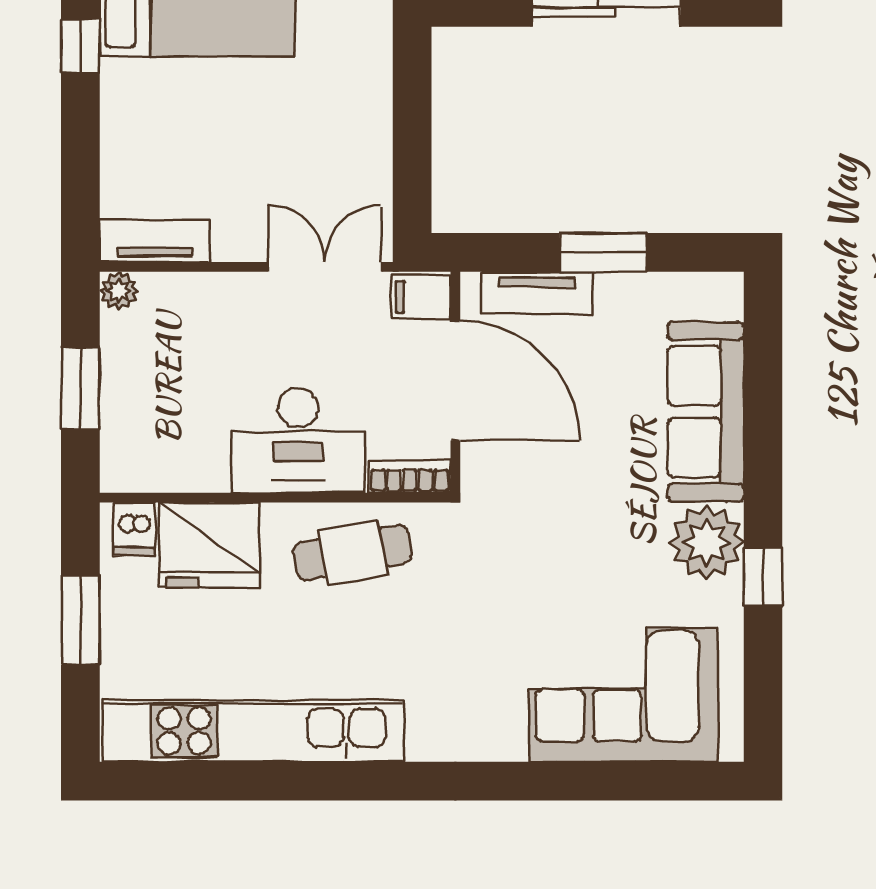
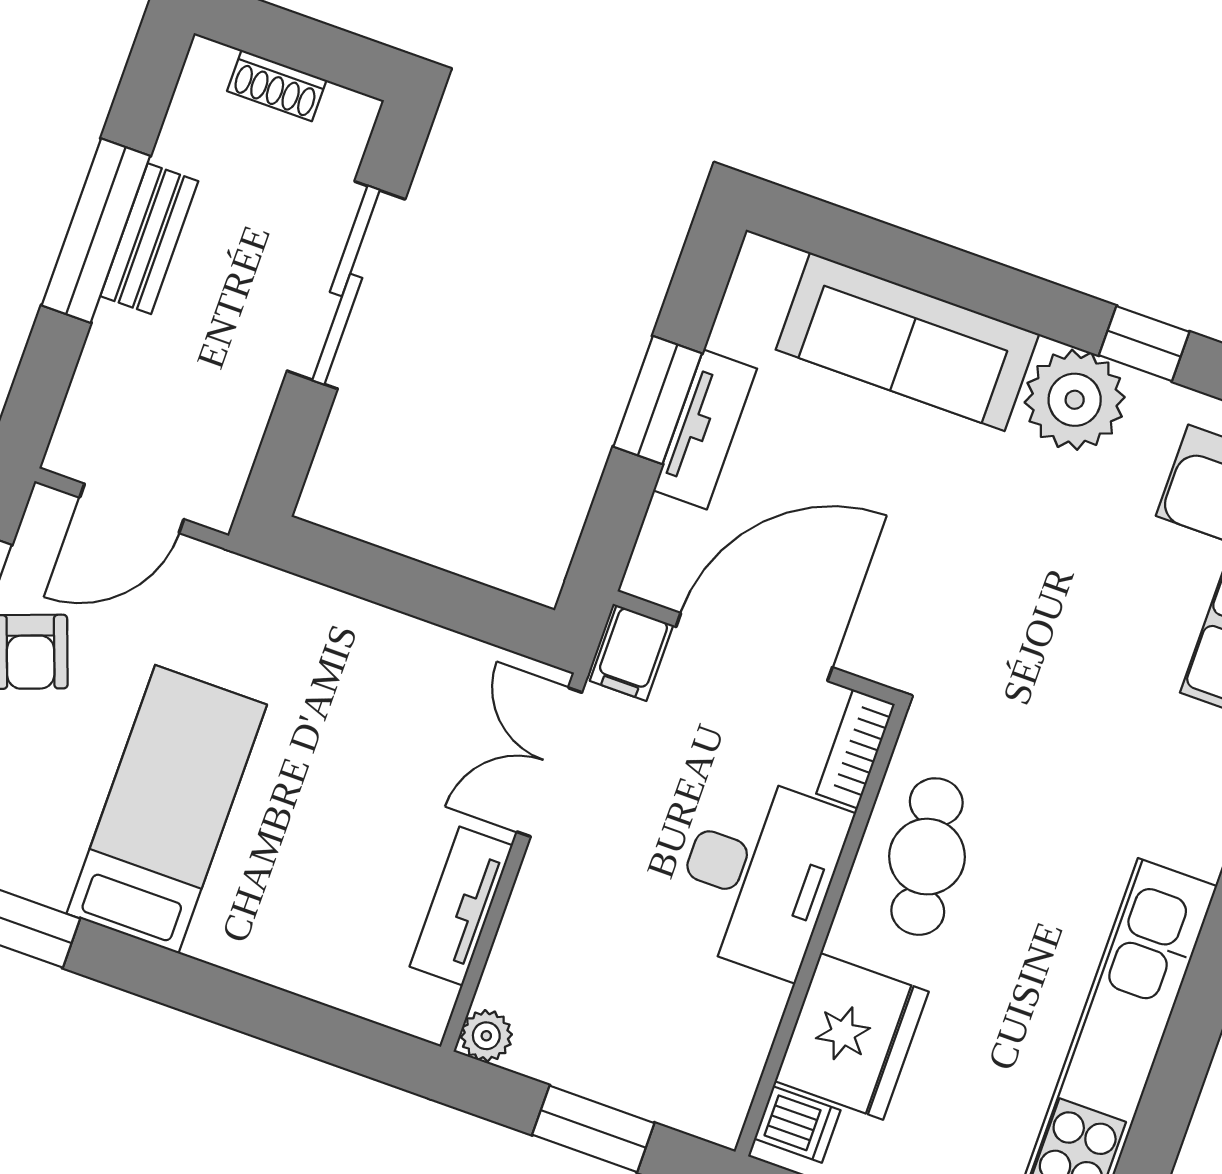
window: (80, 46) -> (157, 973), removed
tv unit: (155, 241) -> (461, 906), moved
tv unit: (537, 293) -> (705, 429), moved

